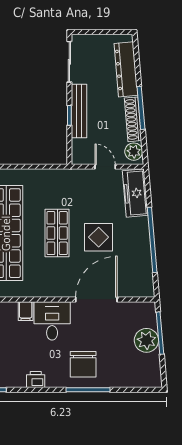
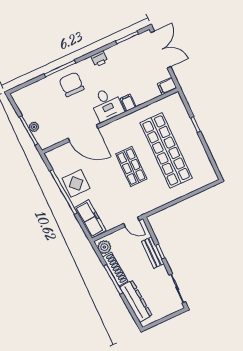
bench: (79, 111) -> (153, 253), width x0.73
door: (105, 167) -> (131, 222), moved
display table: (99, 237) -> (76, 183), moved
door: (96, 299) -> (83, 133), hinge flipped
plant: (146, 340) -> (34, 127), width x0.53, depth x0.53

